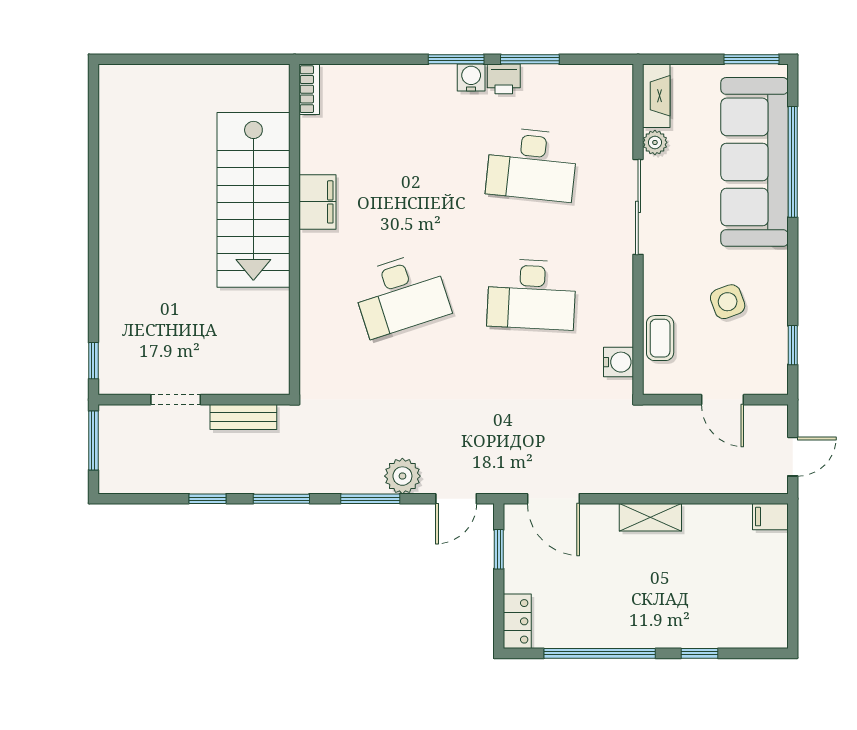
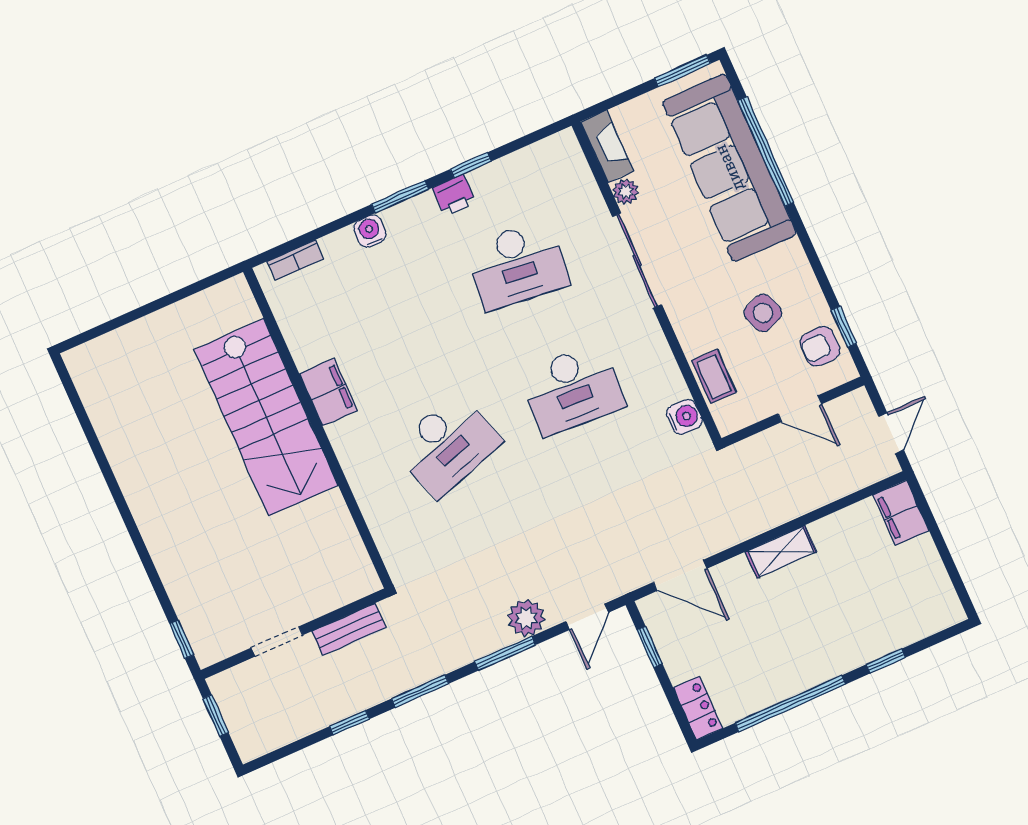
window: (530, 59) -> (471, 165), width x0.67
water cooler: (471, 78) -> (370, 231), moved
bookcase: (309, 89) -> (295, 260), moved, turned 90
armchair: (764, 353) -> (820, 346), added
window: (93, 440) -> (216, 716), width x0.67
filing cabinet: (770, 517) -> (901, 513), width x2.00

